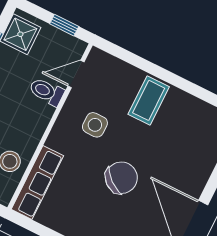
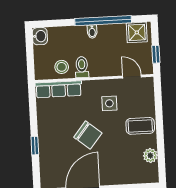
toilet: (47, 92) -> (82, 67), moved
plant: (196, 109) -> (150, 156), added

